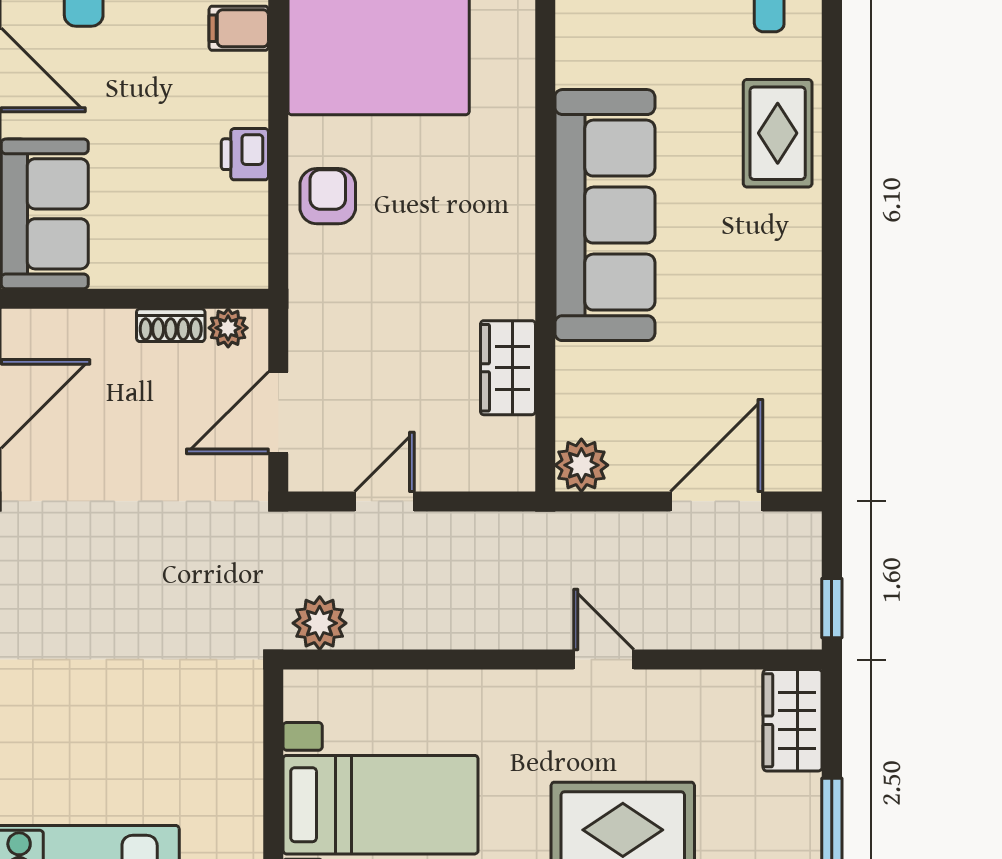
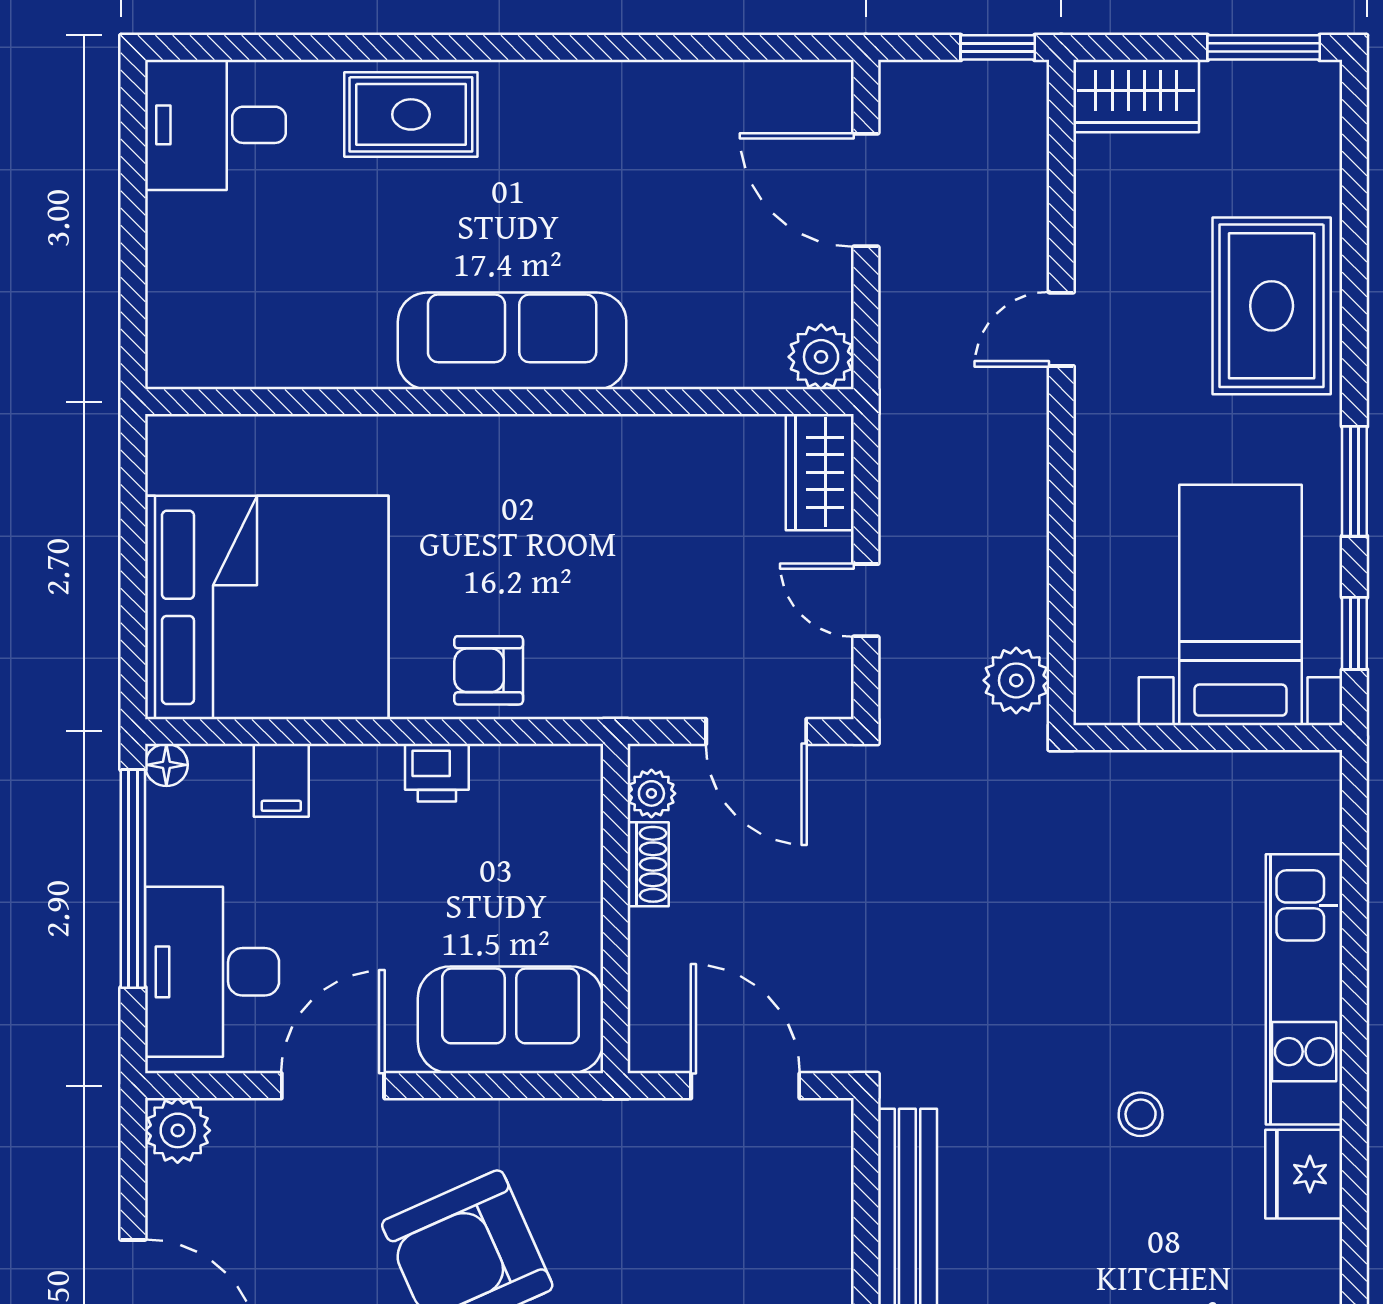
sofa: (605, 215) -> (512, 341), width x0.74, depth x0.79
wardrobe: (508, 368) -> (820, 472), moved, turned 90

